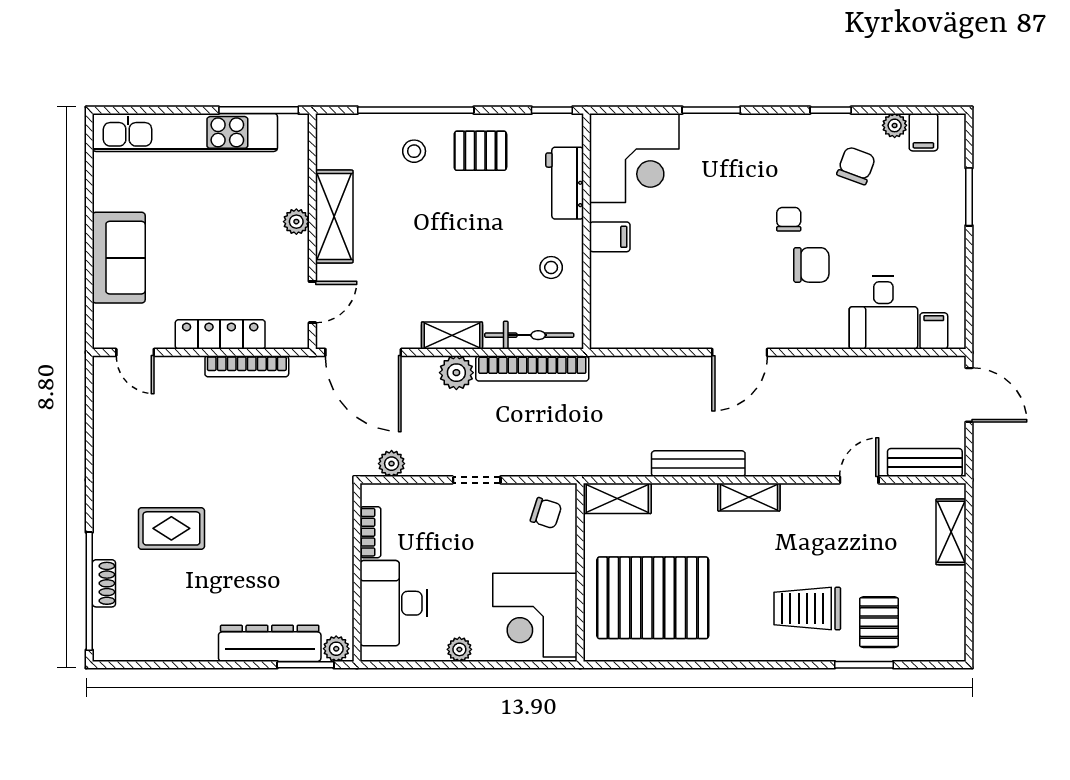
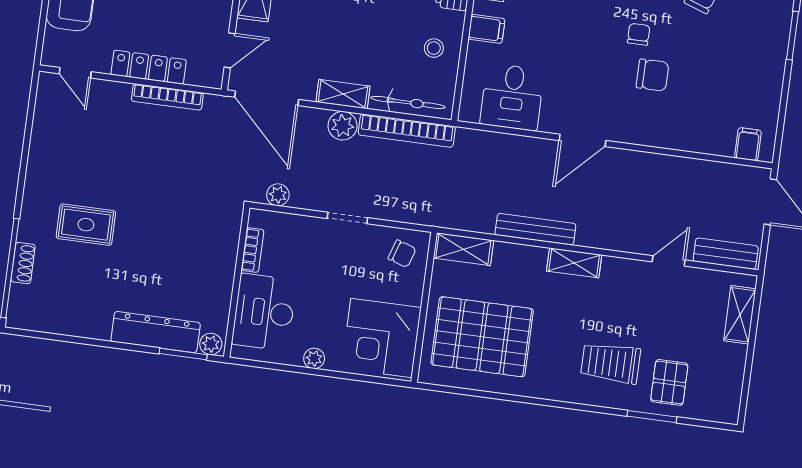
desk: (883, 312) -> (512, 97), moved

